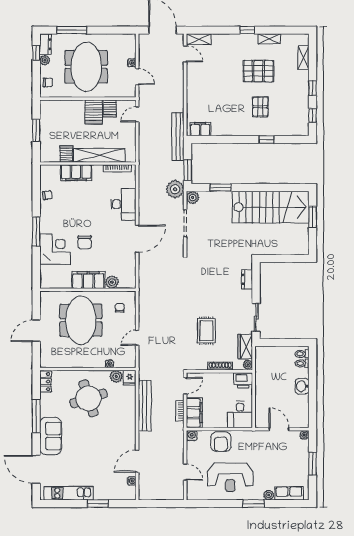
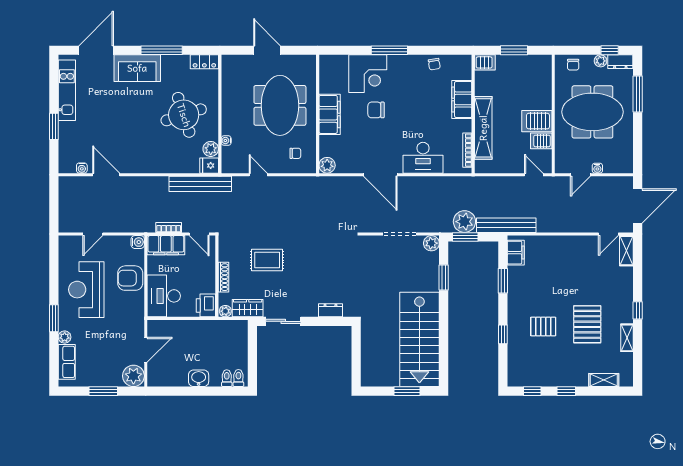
window: (223, 139) -> (503, 281), added
server rack: (66, 154) -> (485, 62), moved
plant: (175, 189) -> (464, 222), moved
plant: (112, 282) -> (327, 165), moved
meeting table: (81, 320) -> (280, 105), turned 90
bench: (145, 406) -> (200, 184), moved
desk: (240, 415) -> (164, 296), width x1.37
plant: (304, 435) -> (133, 376), width x1.88, depth x1.88

